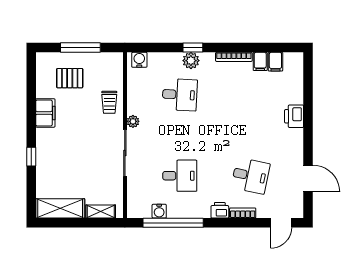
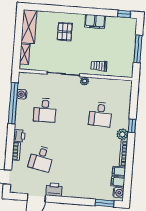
water cooler: (139, 60) -> (118, 193), moved
plant: (191, 61) -> (122, 134), moved
pallet: (70, 78) -> (65, 32), moved
window: (308, 79) -> (105, 203), added
printer: (294, 116) -> (54, 190), moved
window: (31, 157) -> (124, 14), moved

